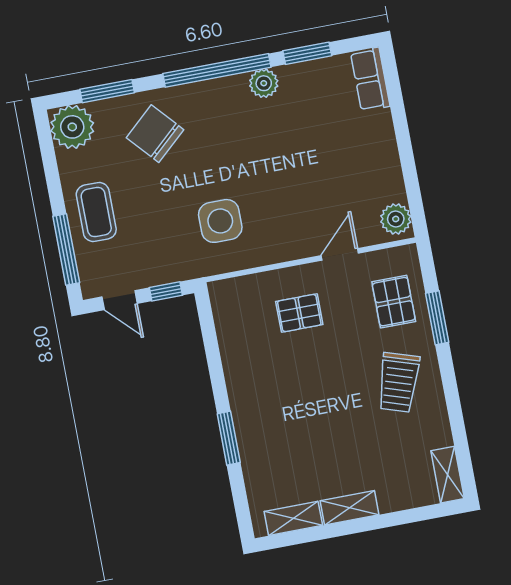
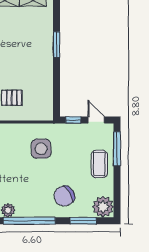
chair: (155, 134) -> (64, 196), turned 103

